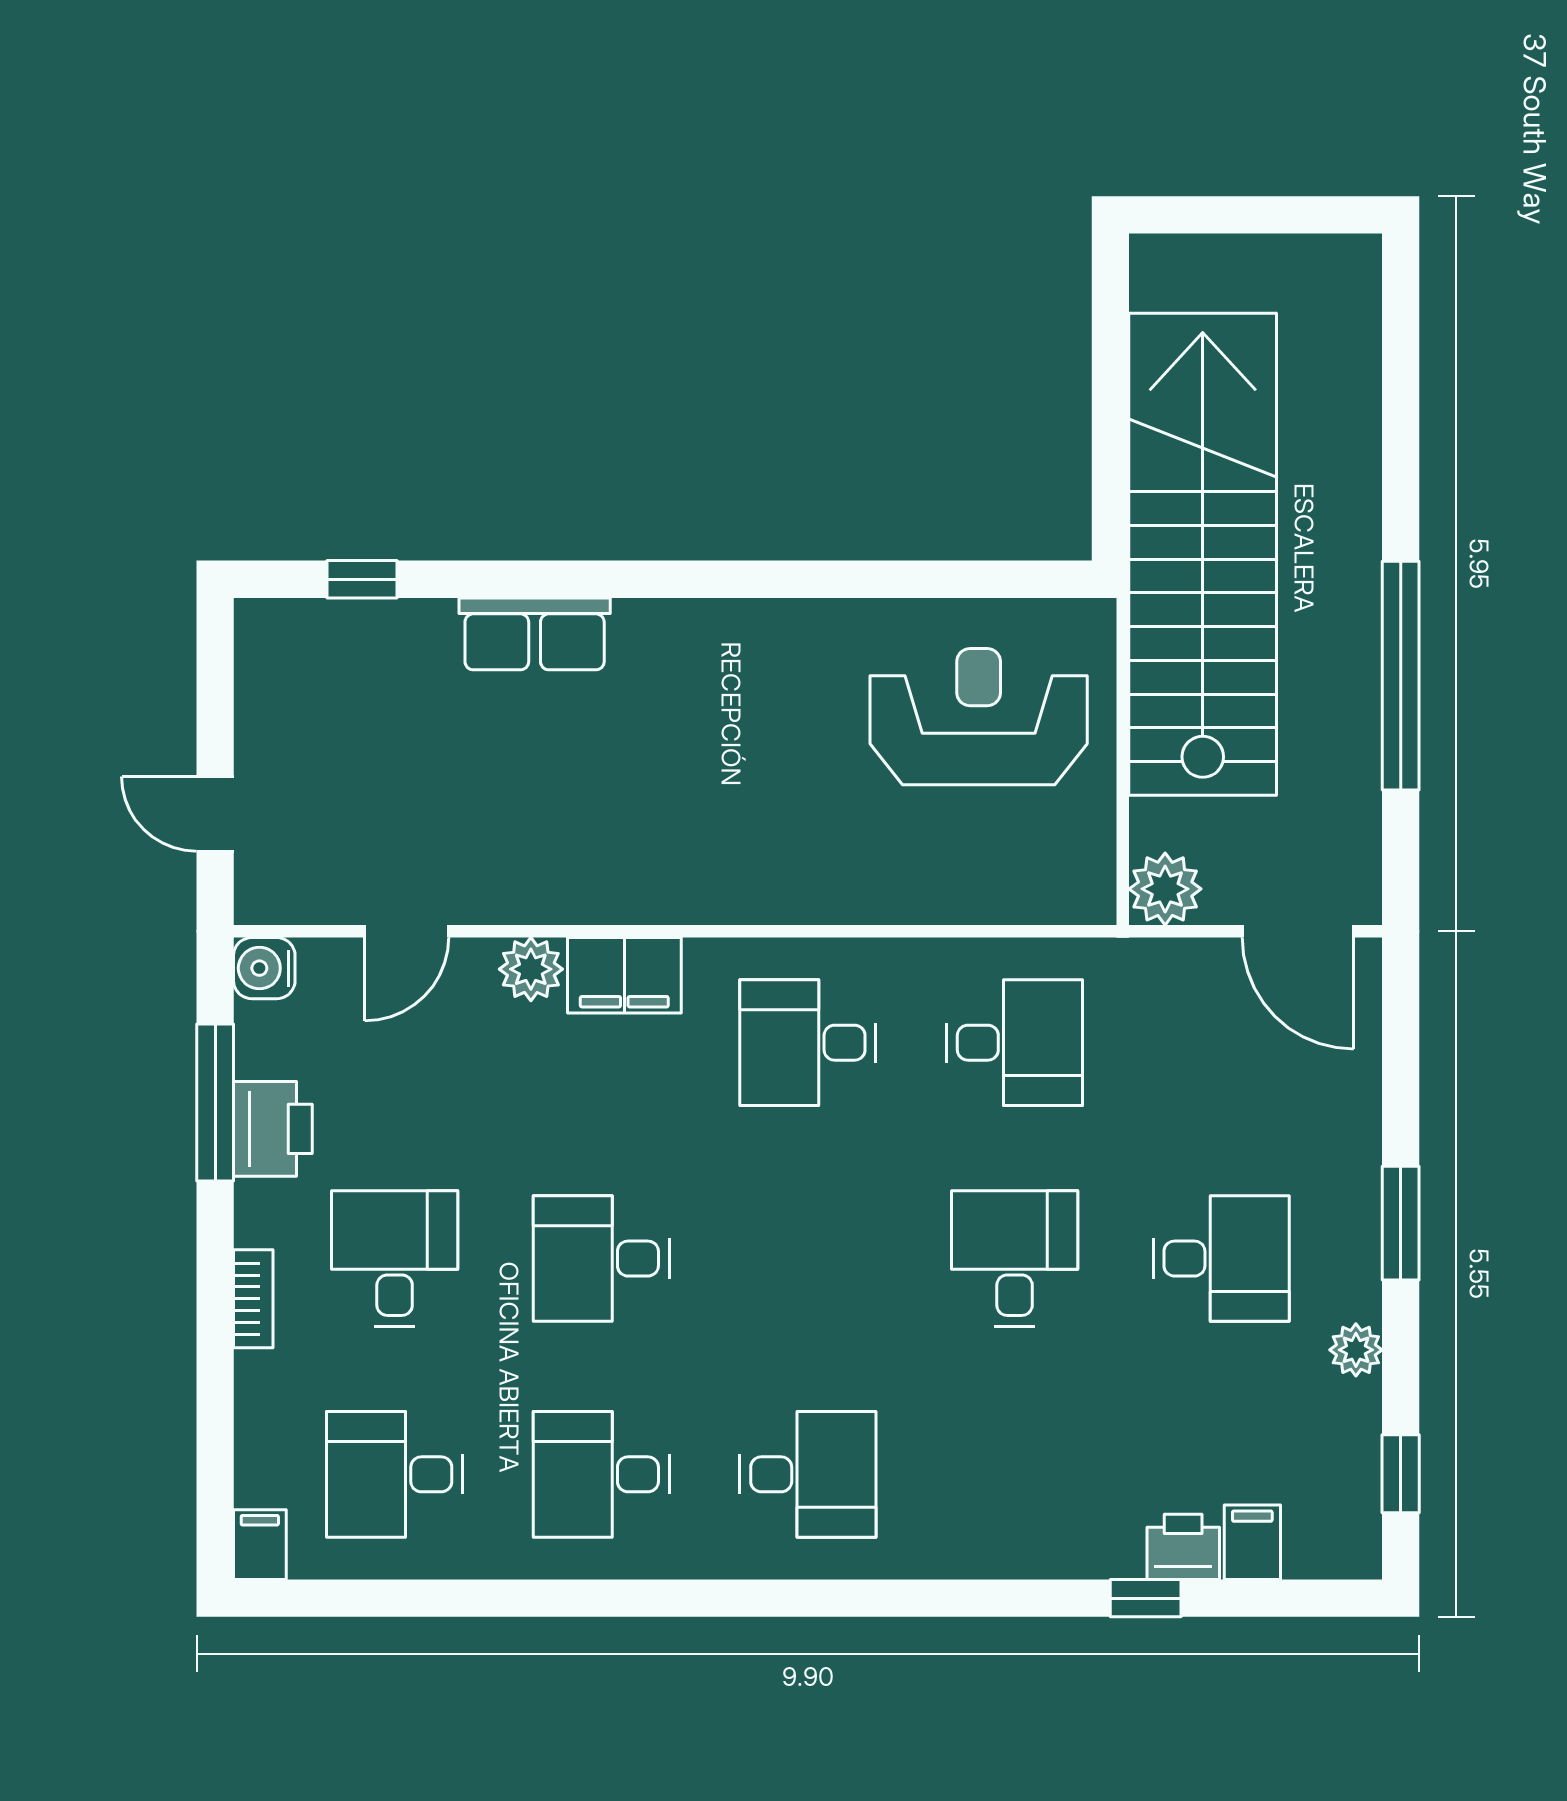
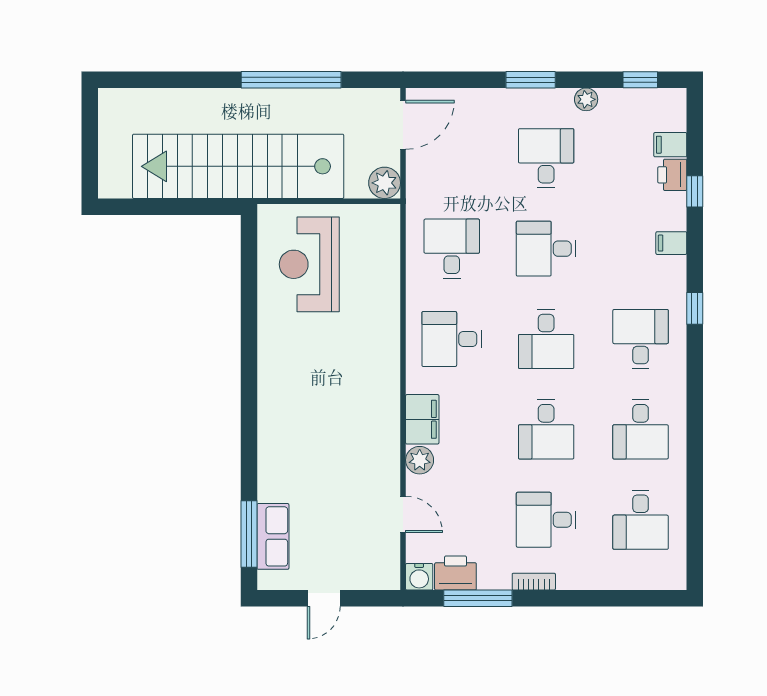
window: (362, 579) -> (249, 534), width x2.17
row of seats: (535, 634) -> (273, 536), moved
door: (215, 814) -> (324, 598), moved
desk: (808, 1043) -> (452, 339), turned 90
printer: (273, 1129) -> (455, 573), moved
desk: (808, 1259) -> (546, 339), added
bookcase: (253, 1299) -> (534, 582), moved
filing cabinet: (260, 1545) -> (671, 243), moved
window: (878, 1598) -> (695, 308), added

